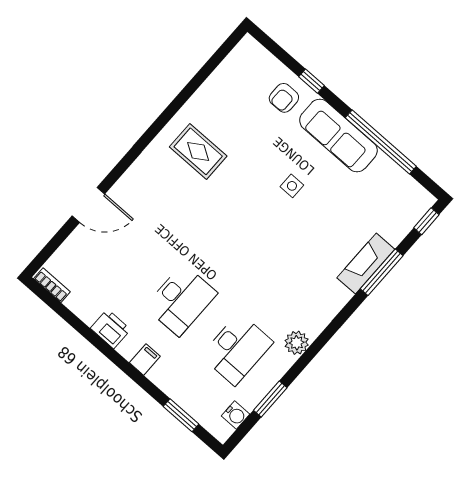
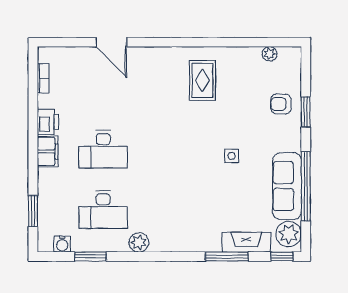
plant: (228, 67) -> (270, 54), added
window: (311, 81) -> (306, 112), width x1.50
sofa: (338, 135) -> (287, 186), moved
plant: (411, 197) -> (289, 234), added
fireplace: (366, 264) -> (246, 242), moved
bookcase: (52, 285) -> (43, 78), moved
filing cabinet: (145, 359) -> (48, 151), width x2.00

